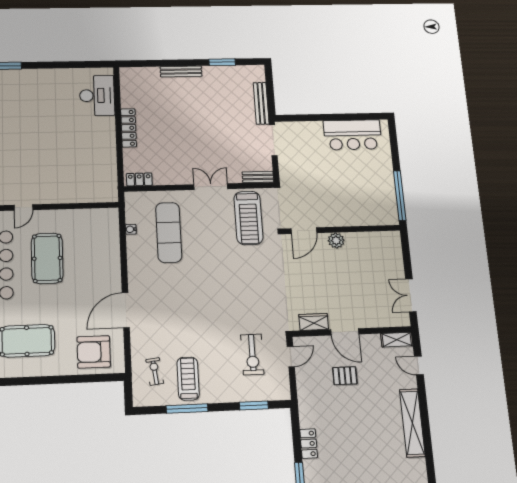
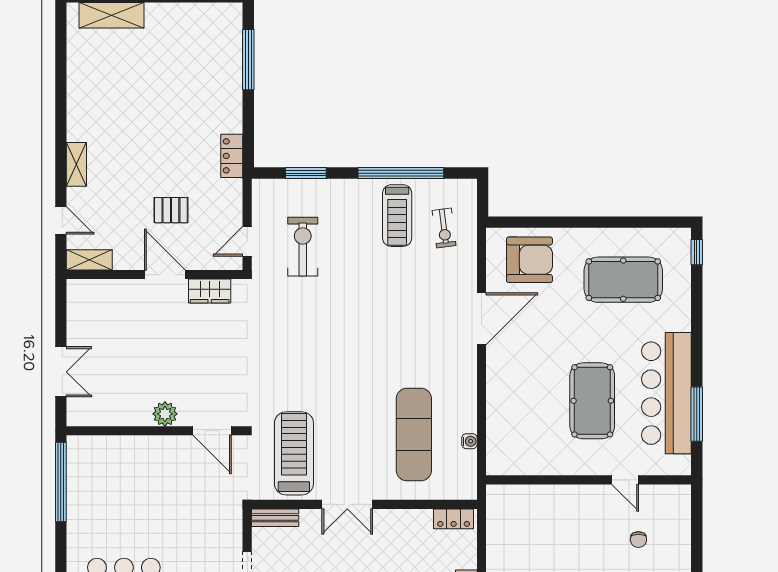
chair: (14, 170) -> (638, 540), added
door: (23, 207) -> (625, 480), swing flipped
door: (304, 231) -> (212, 431), swing flipped
double door: (411, 295) -> (61, 372), moved
window: (187, 409) -> (401, 173), width x1.46
shelving: (412, 423) -> (76, 164), width x0.45, depth x0.75
locker: (309, 444) -> (232, 156), moved

